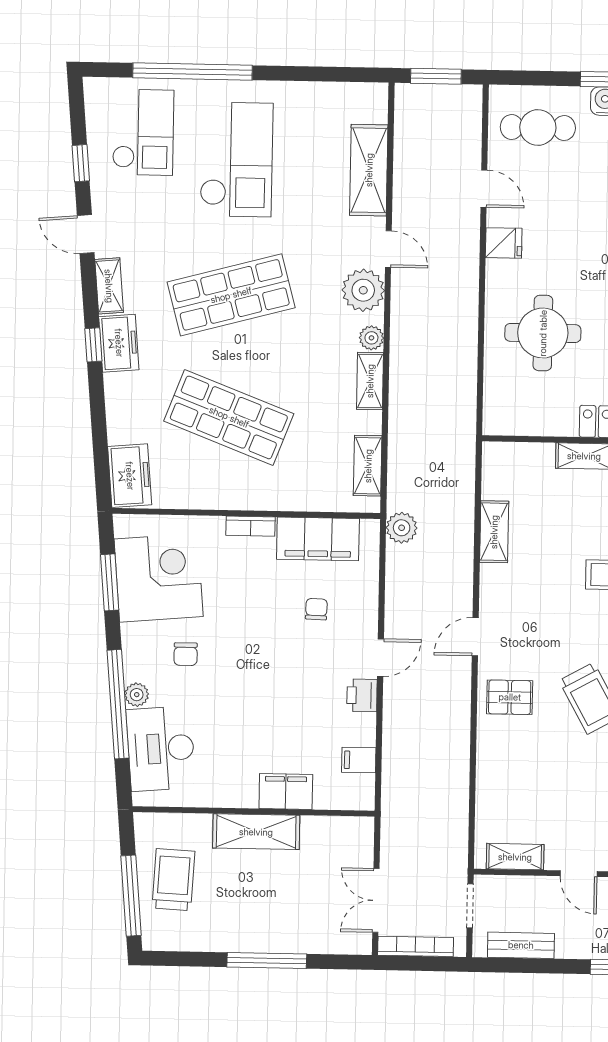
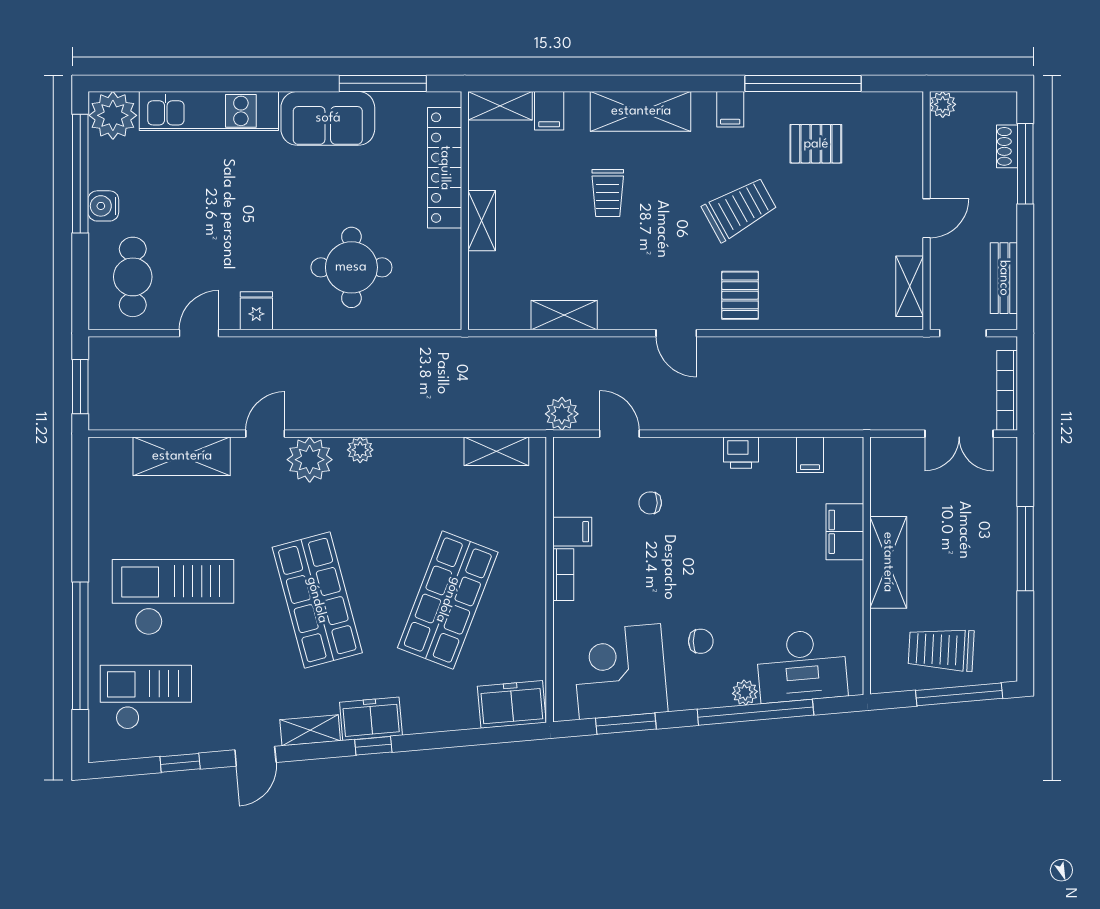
shelving: (370, 381) -> (406, 450), removed
filing cabinet: (318, 539) -> (572, 532), width x0.33, depth x0.86
door: (381, 658) -> (619, 434), moved

